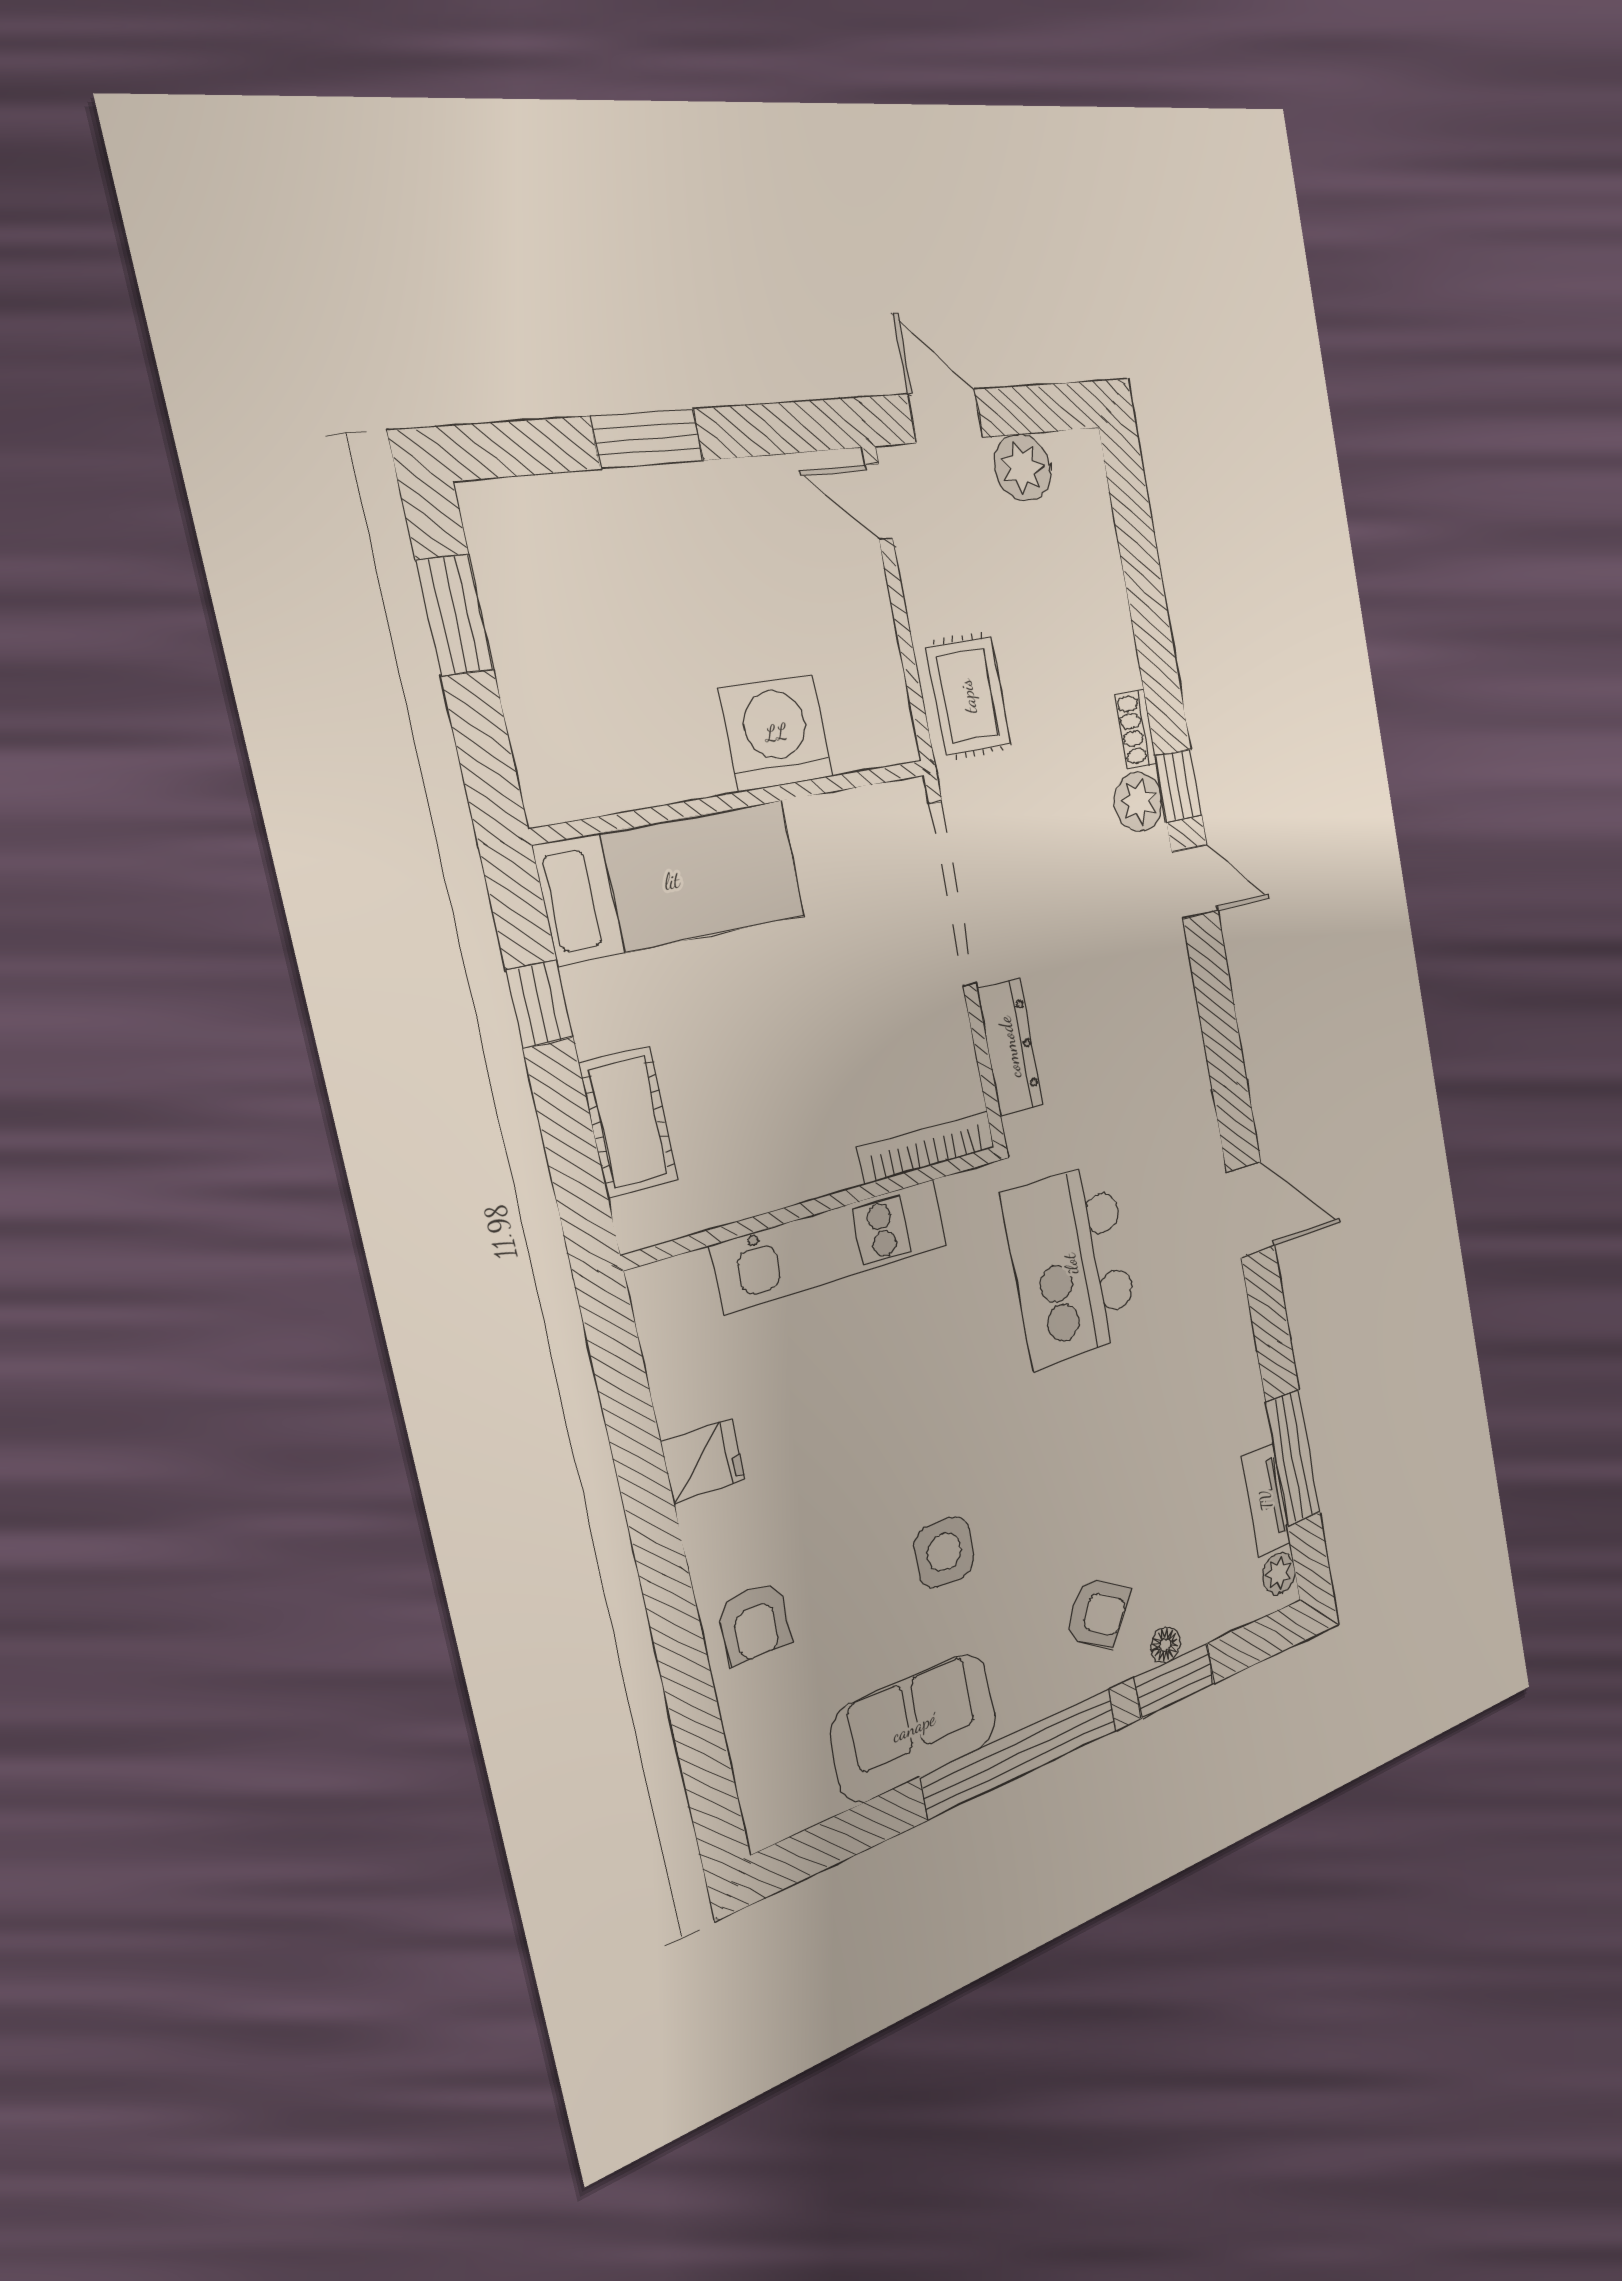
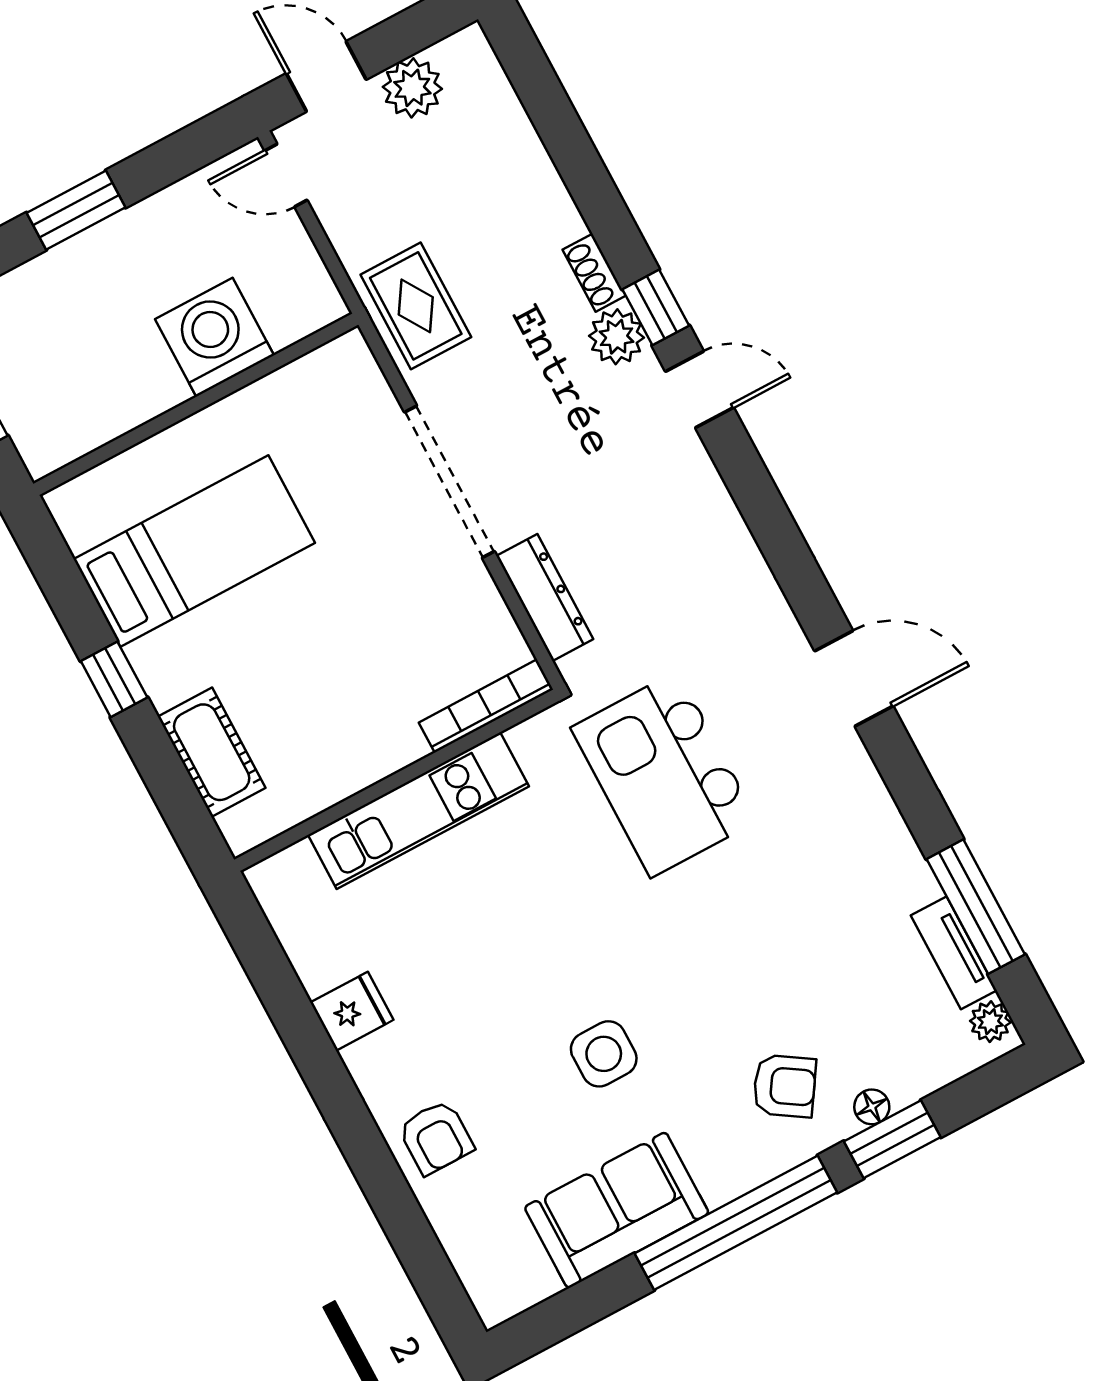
washing machine: (776, 733) -> (214, 337), moved
wall: (737, 801) -> (196, 404), moved

